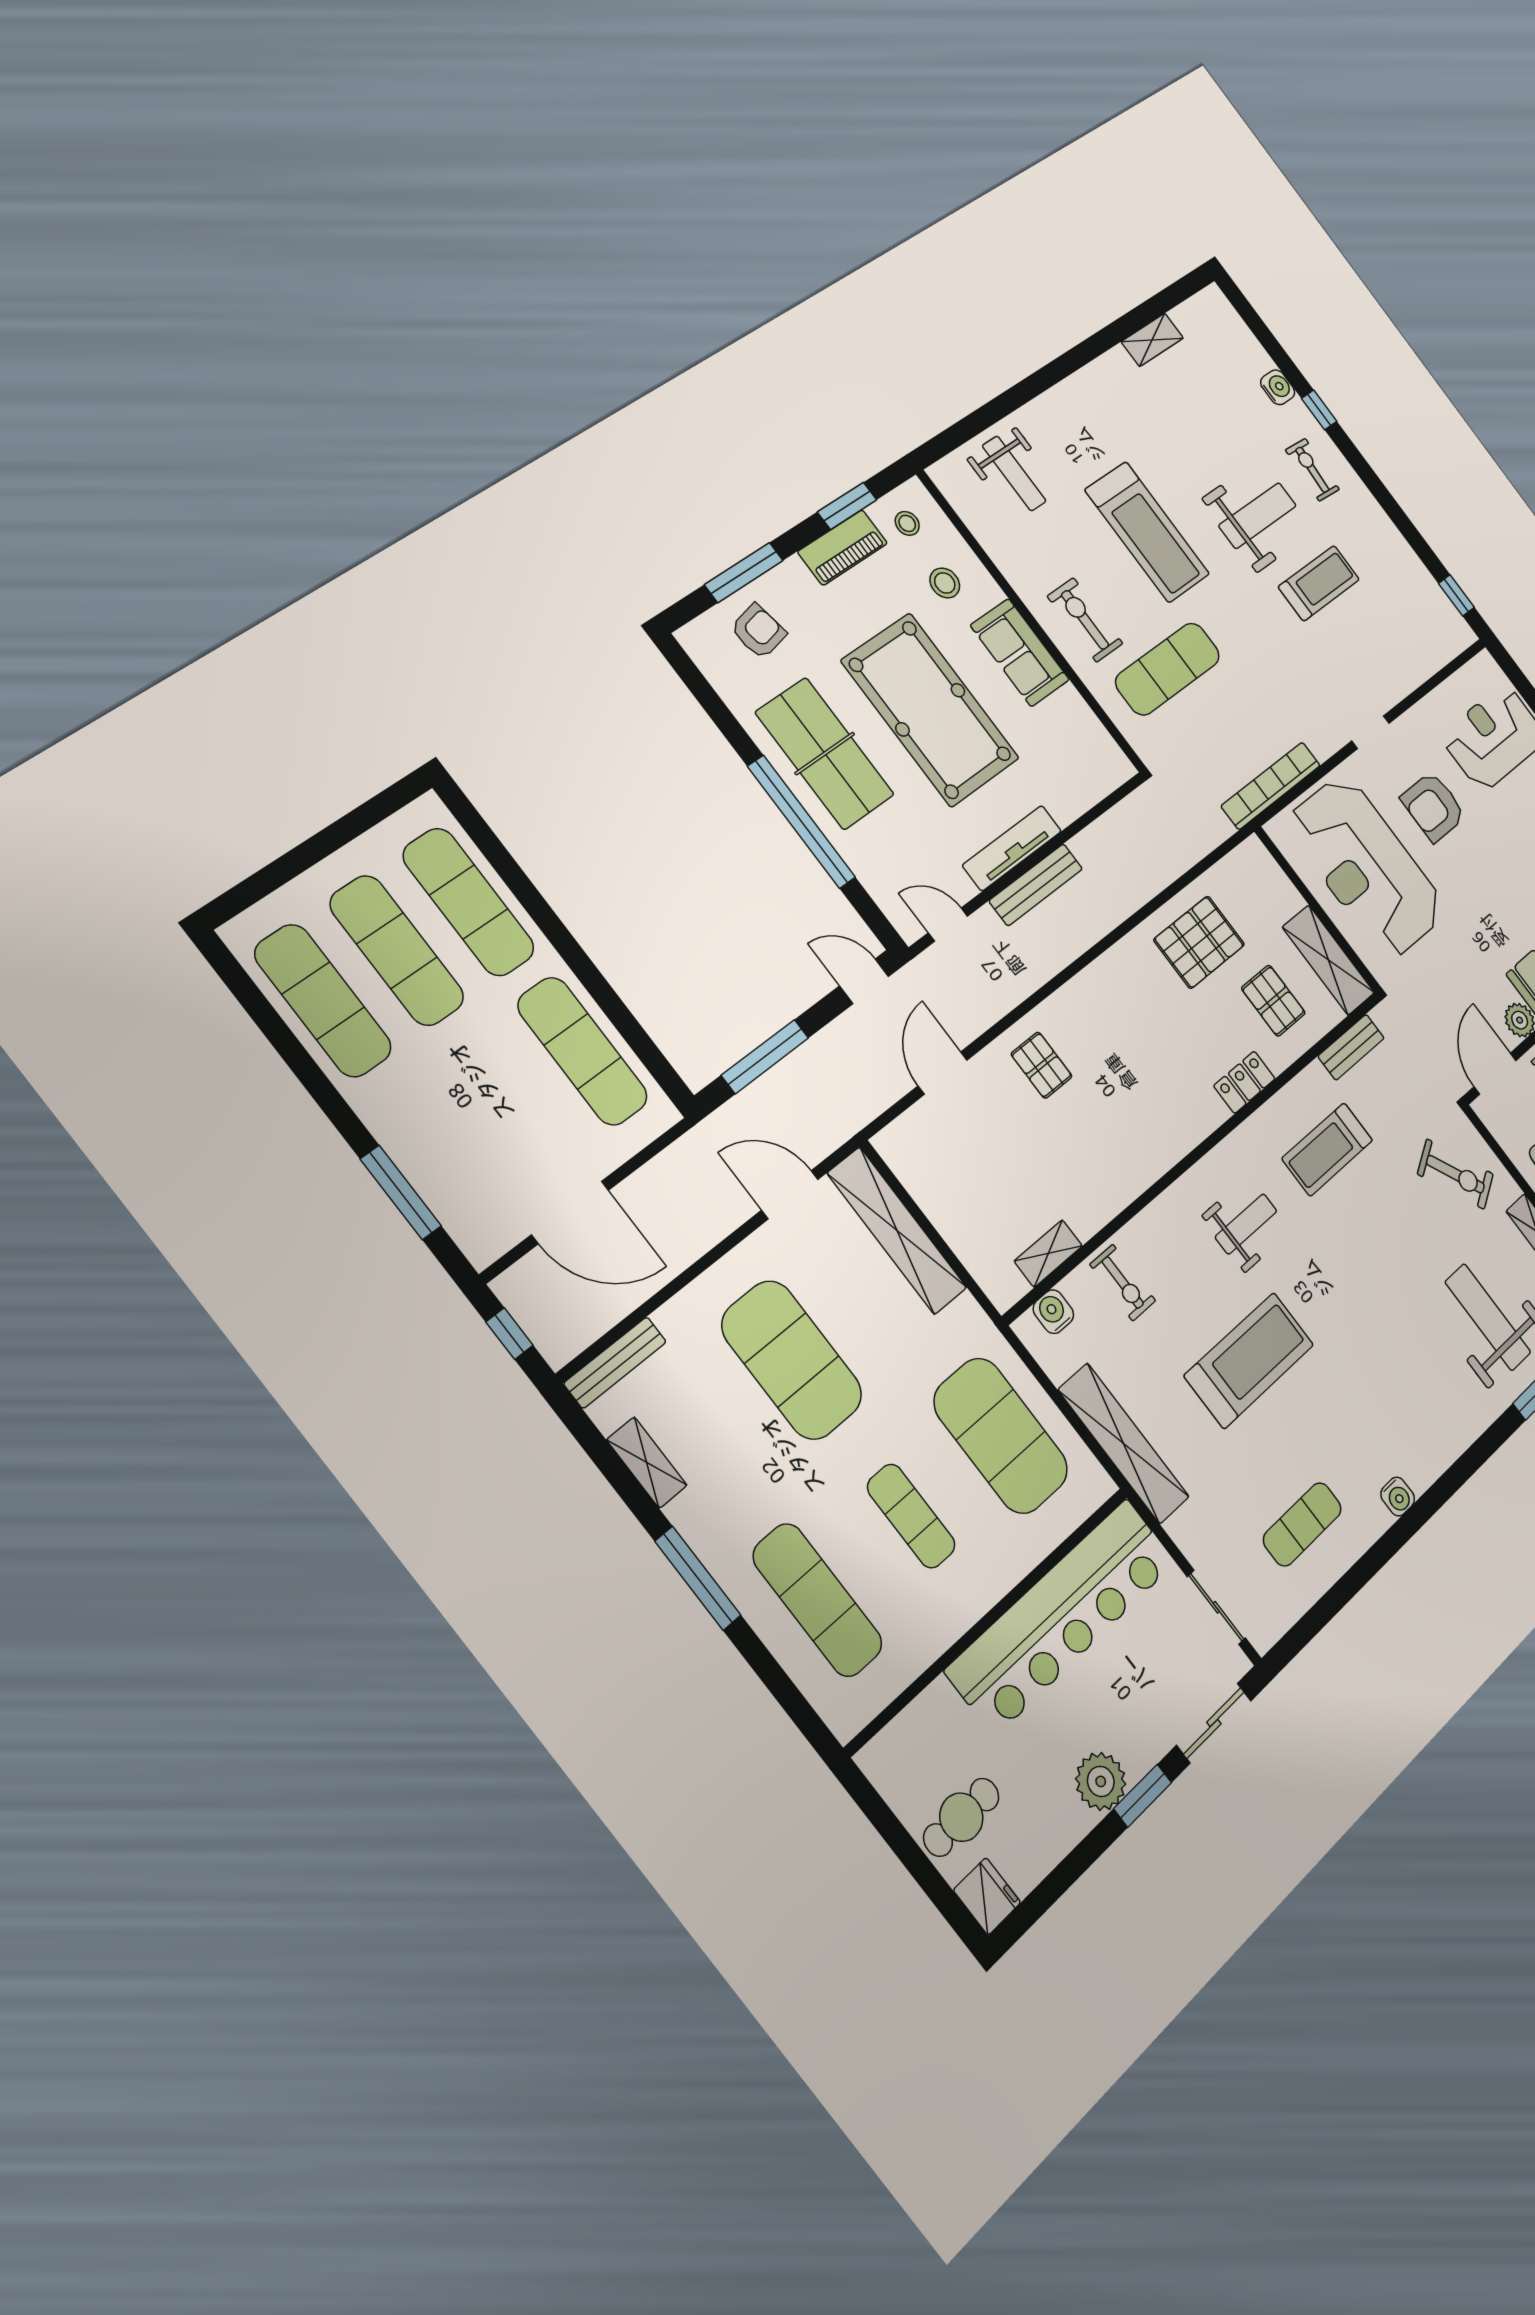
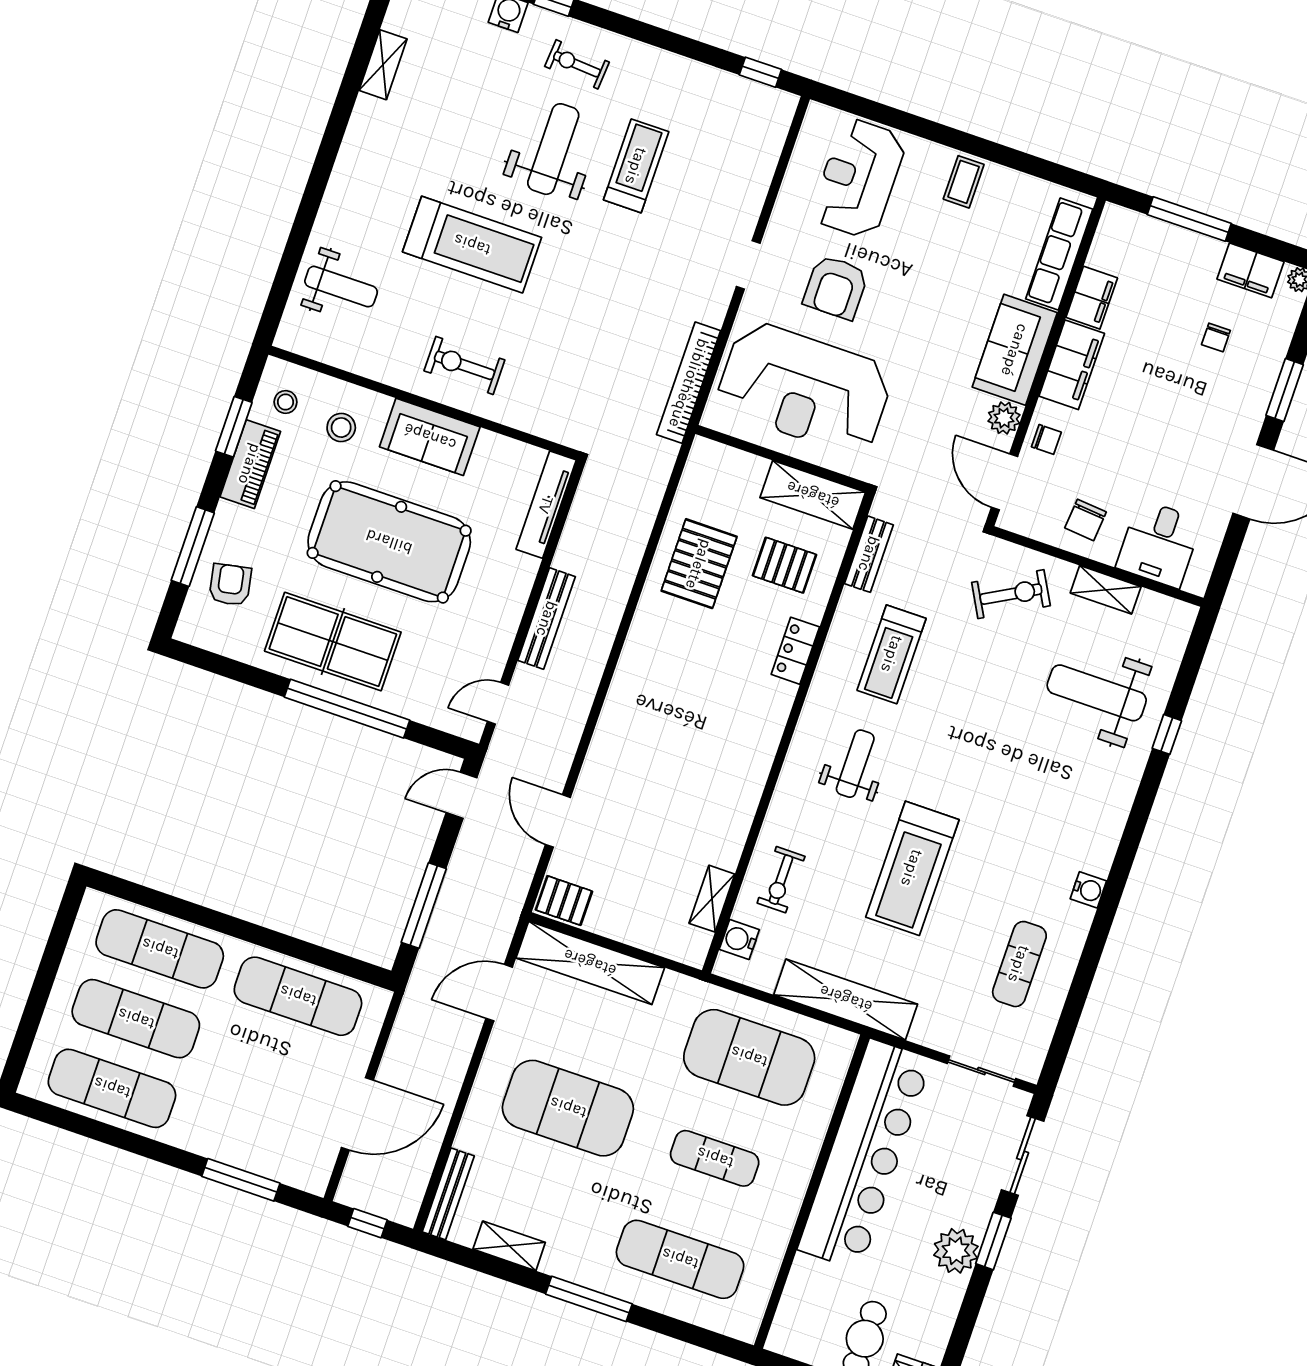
exercise mat: (1168, 669) -> (552, 351), removed
tv unit: (1012, 848) -> (546, 505), moved
pallet: (1042, 1065) -> (564, 901), moved
exercise bike: (1123, 1283) -> (781, 880), turned 90
treadmill: (1249, 1360) -> (912, 868), turned 180

